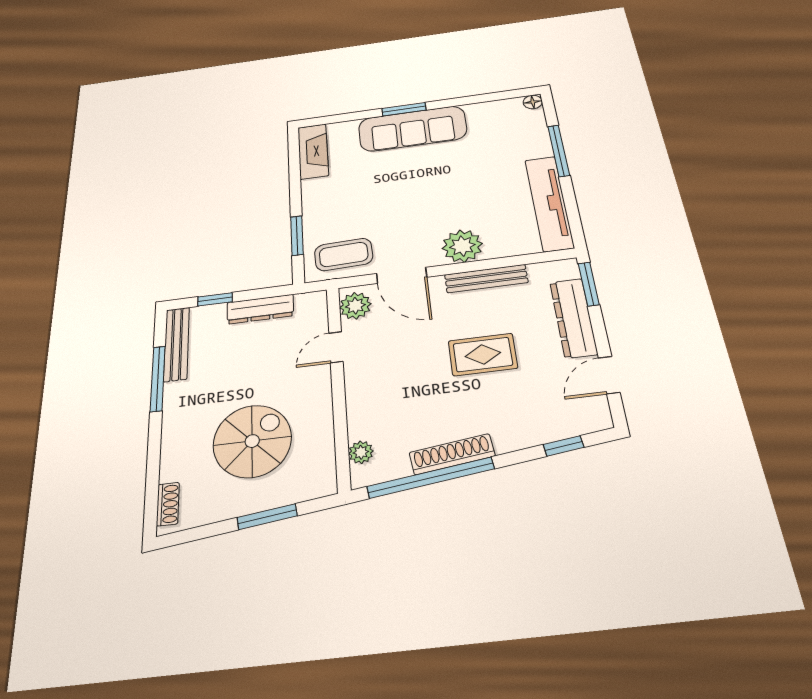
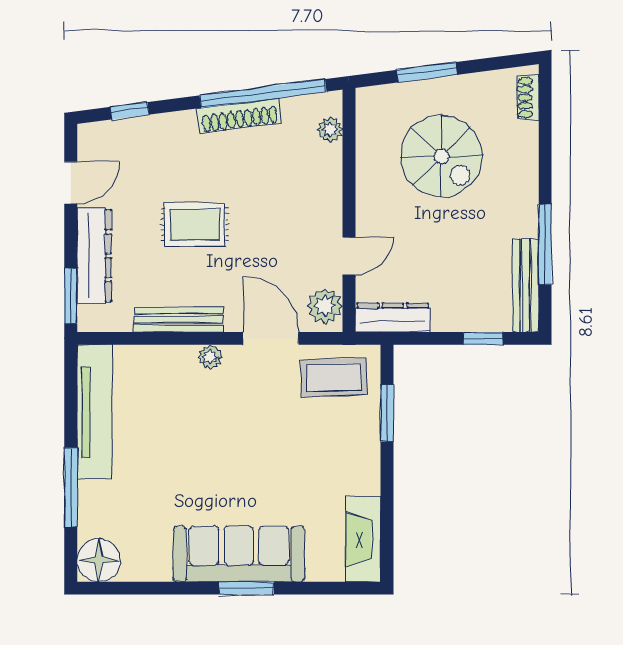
floor lamp: (533, 102) -> (99, 560), width x1.89, depth x1.89
plant: (462, 246) -> (210, 357), width x0.53, depth x0.53
dresser: (260, 309) -> (393, 317), moved
spiral stairs: (252, 441) -> (441, 156), turned -90

